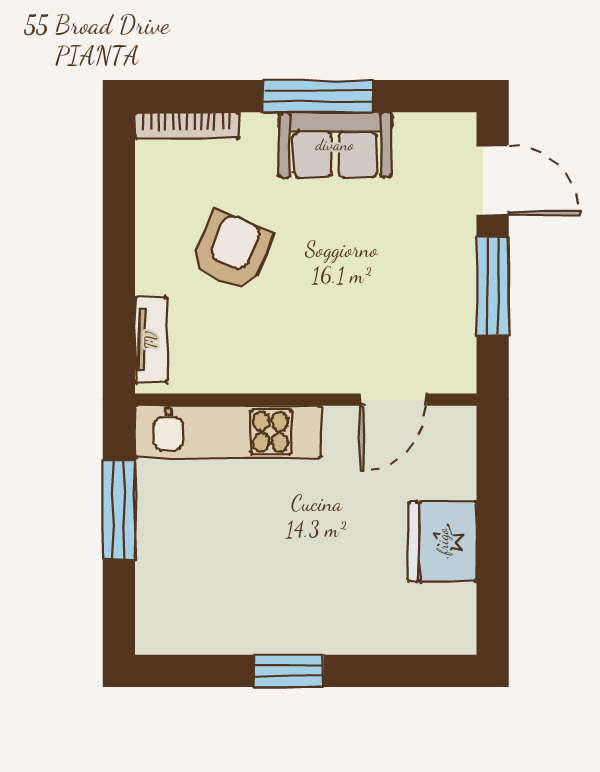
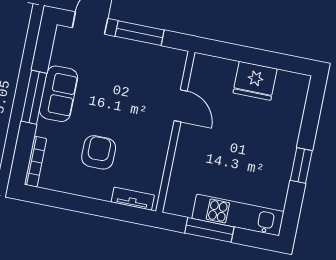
armchair: (232, 251) -> (99, 152), turned 68
door: (393, 400) -> (181, 106), moved
kitchen unit: (228, 432) -> (238, 215), moved, turned -90

